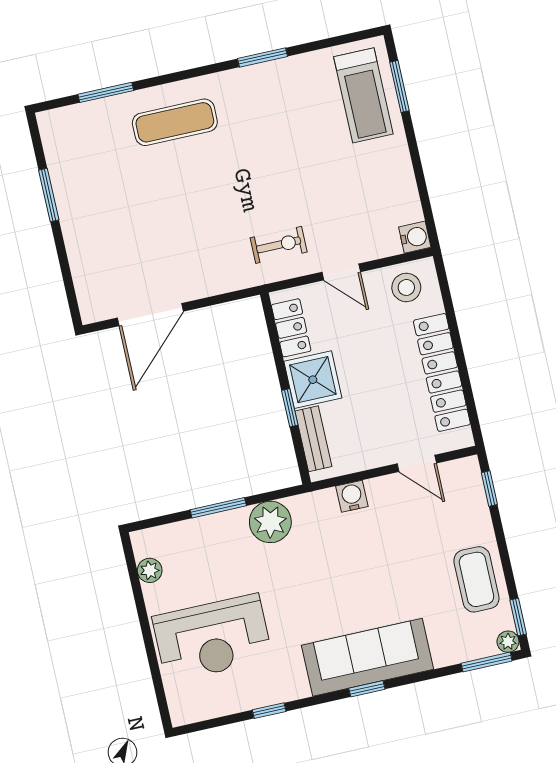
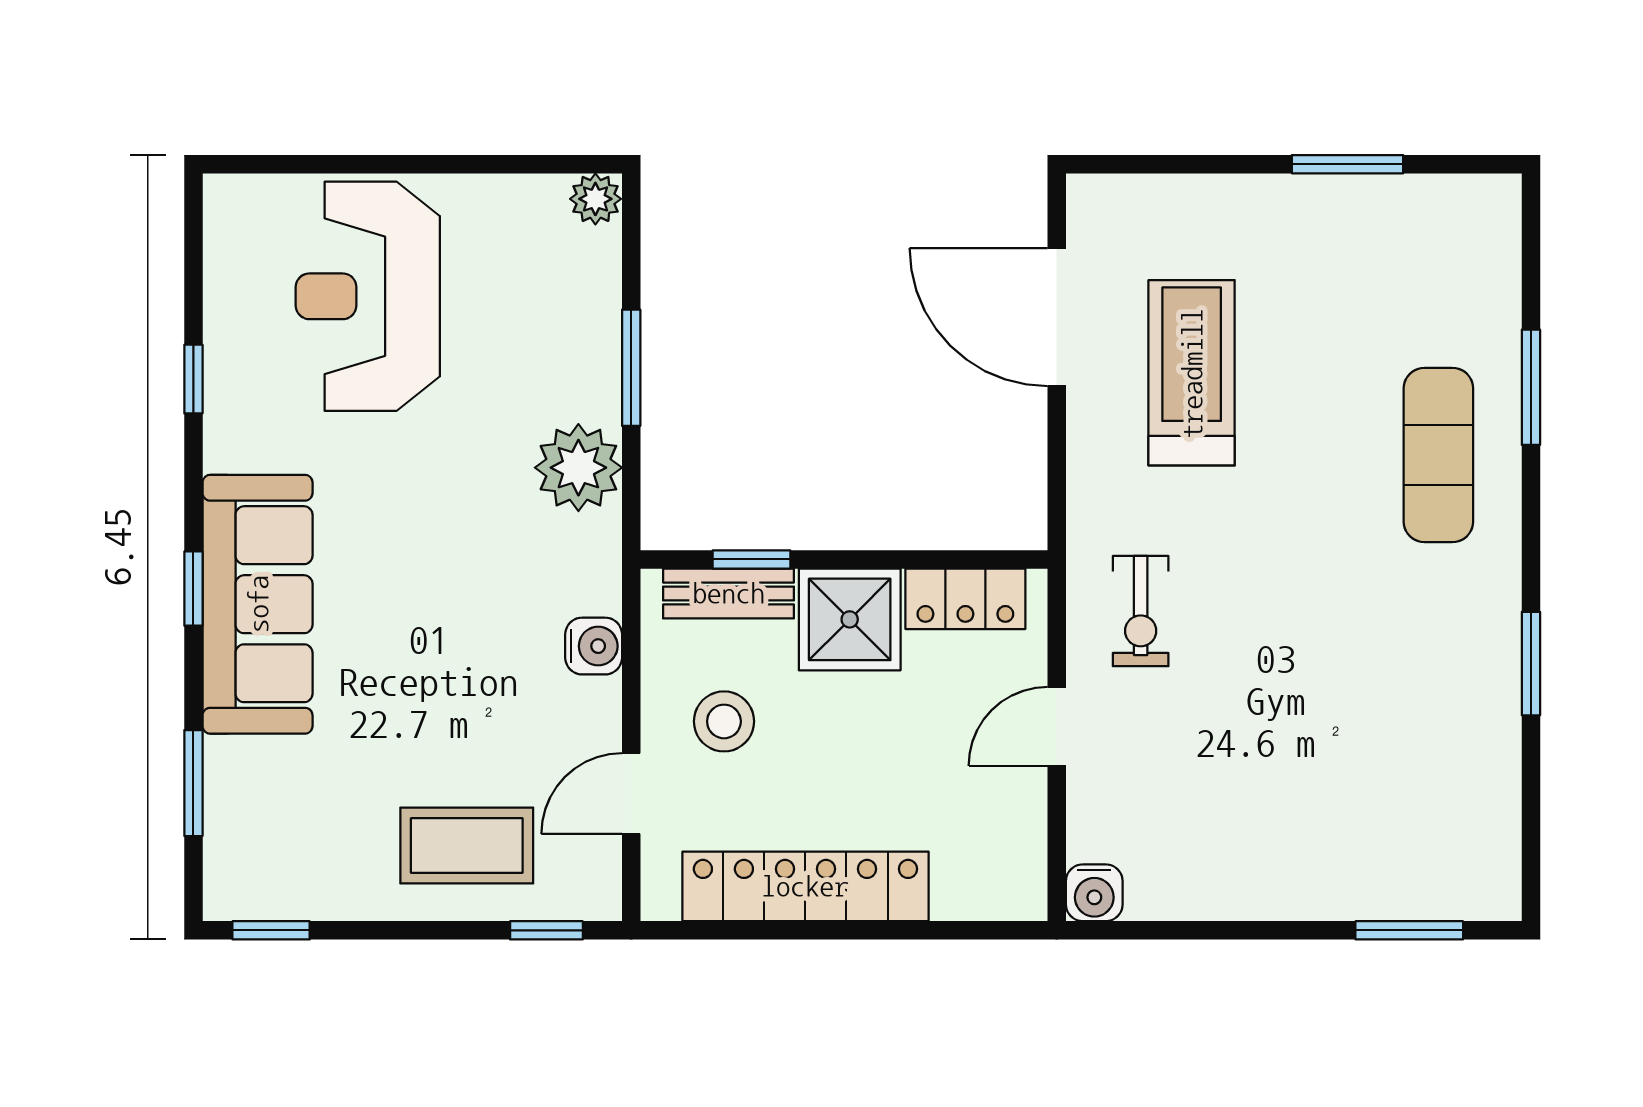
window: (106, 92) -> (1531, 387), moved
treadmill: (363, 95) -> (1192, 373), moved, turned 90
stool: (406, 287) -> (724, 721), moved
window: (290, 408) -> (752, 559), moved
plant: (150, 570) -> (595, 199), moved
coffee table: (476, 579) -> (467, 846), moved
plant: (508, 642) -> (225, 898), removed
window: (487, 662) -> (193, 783), moved

